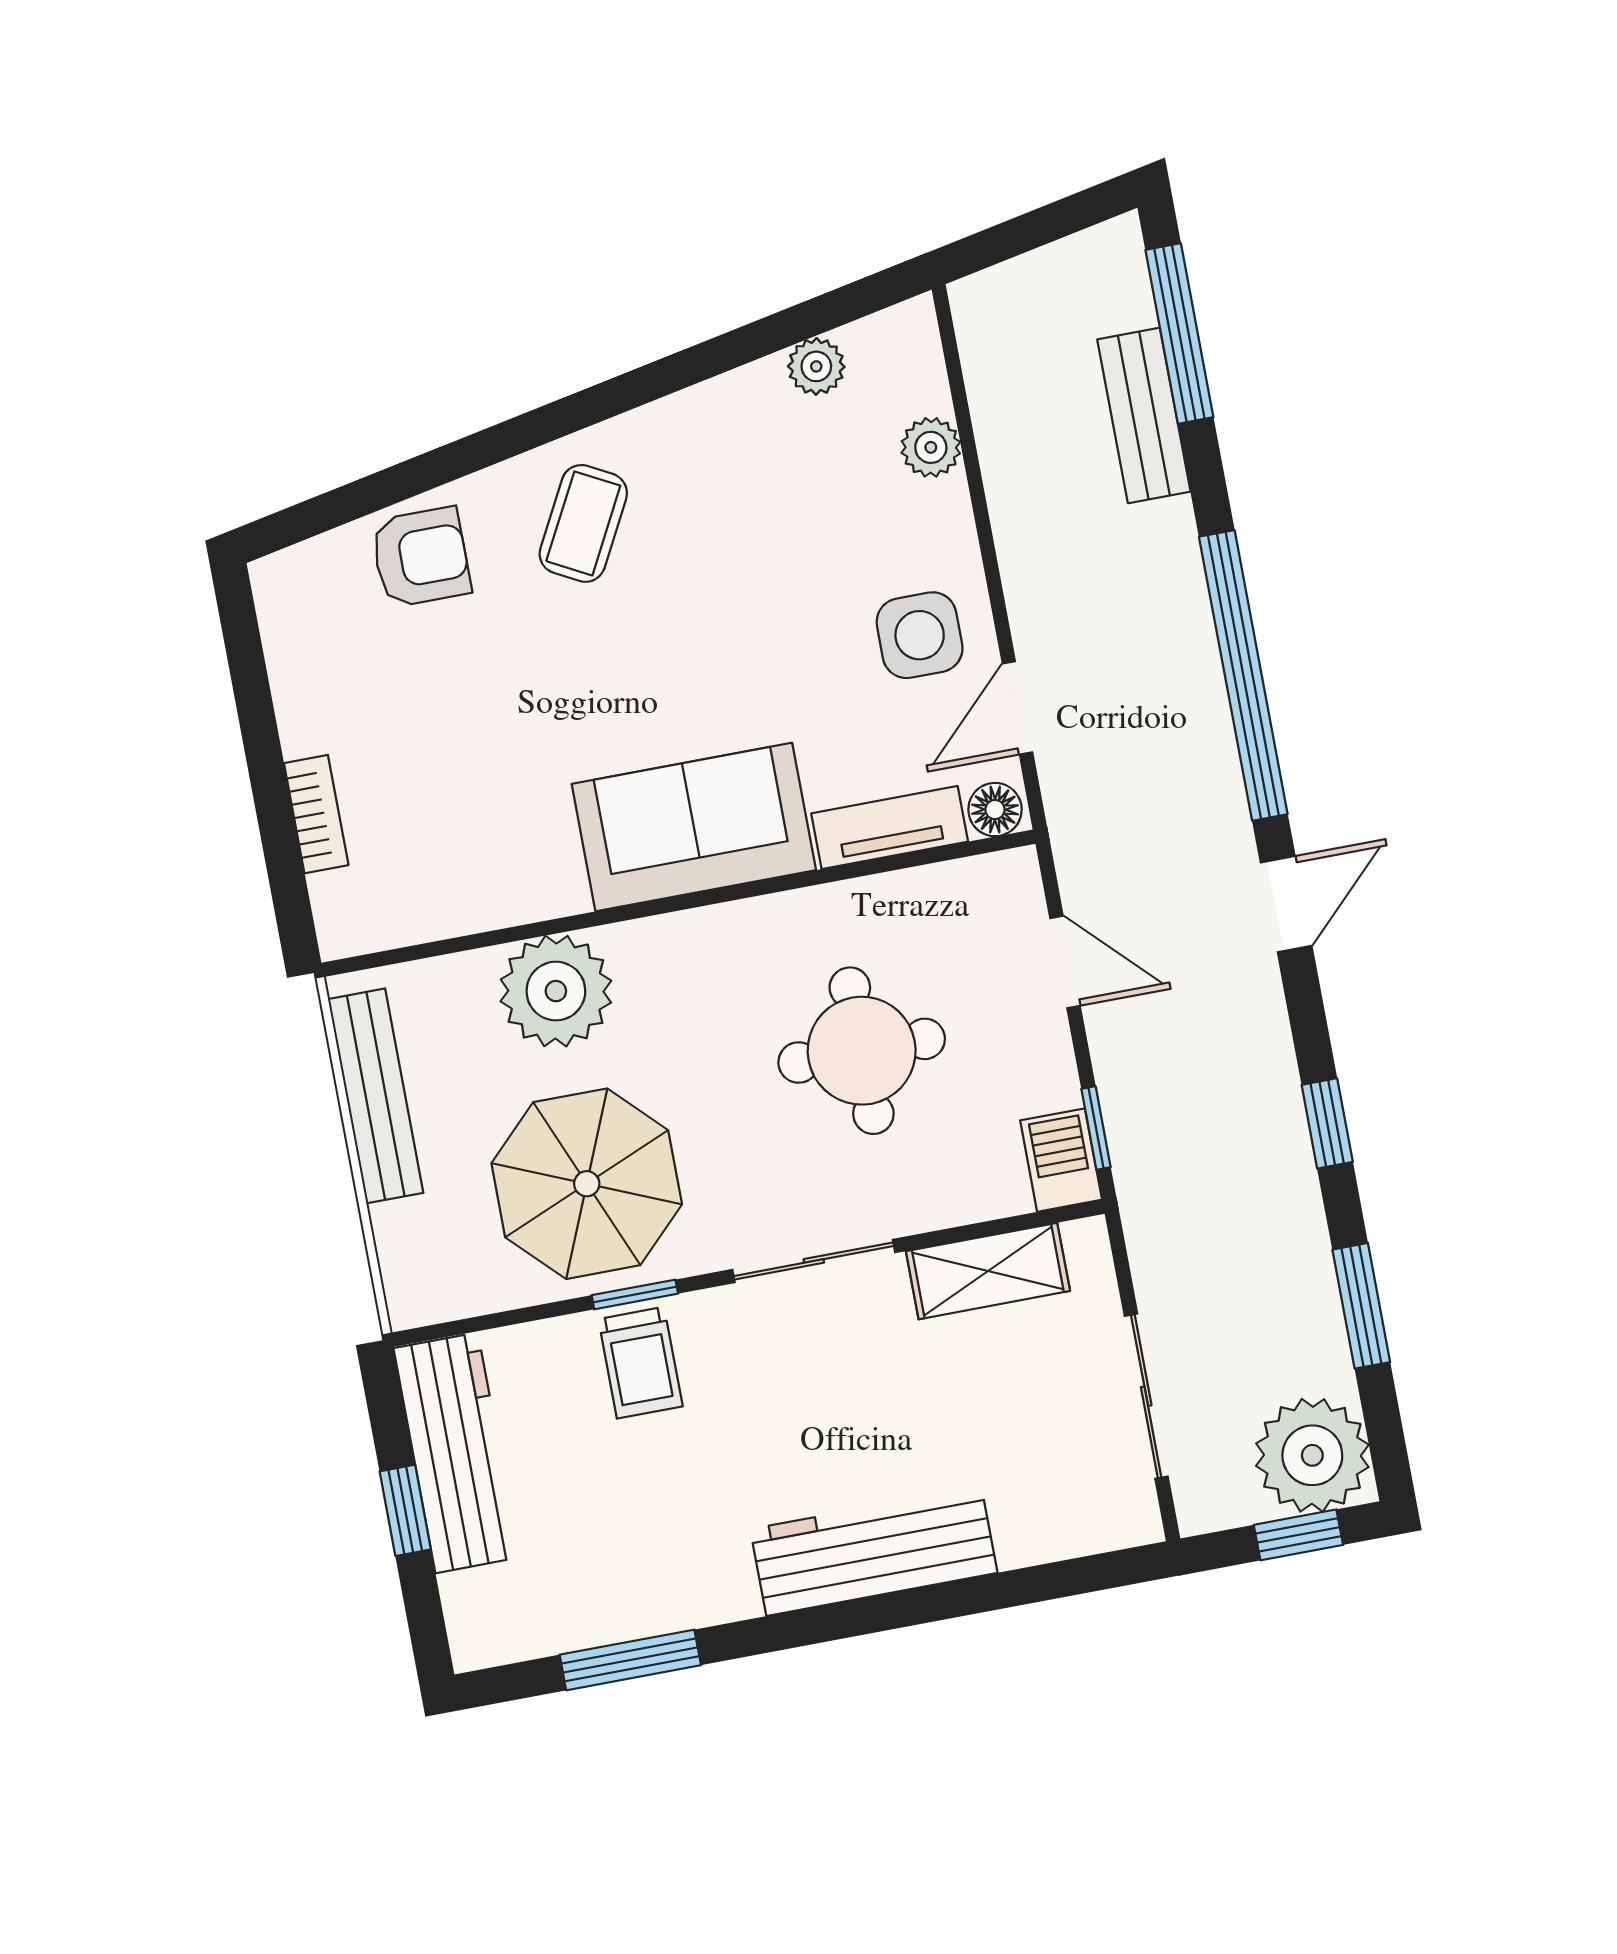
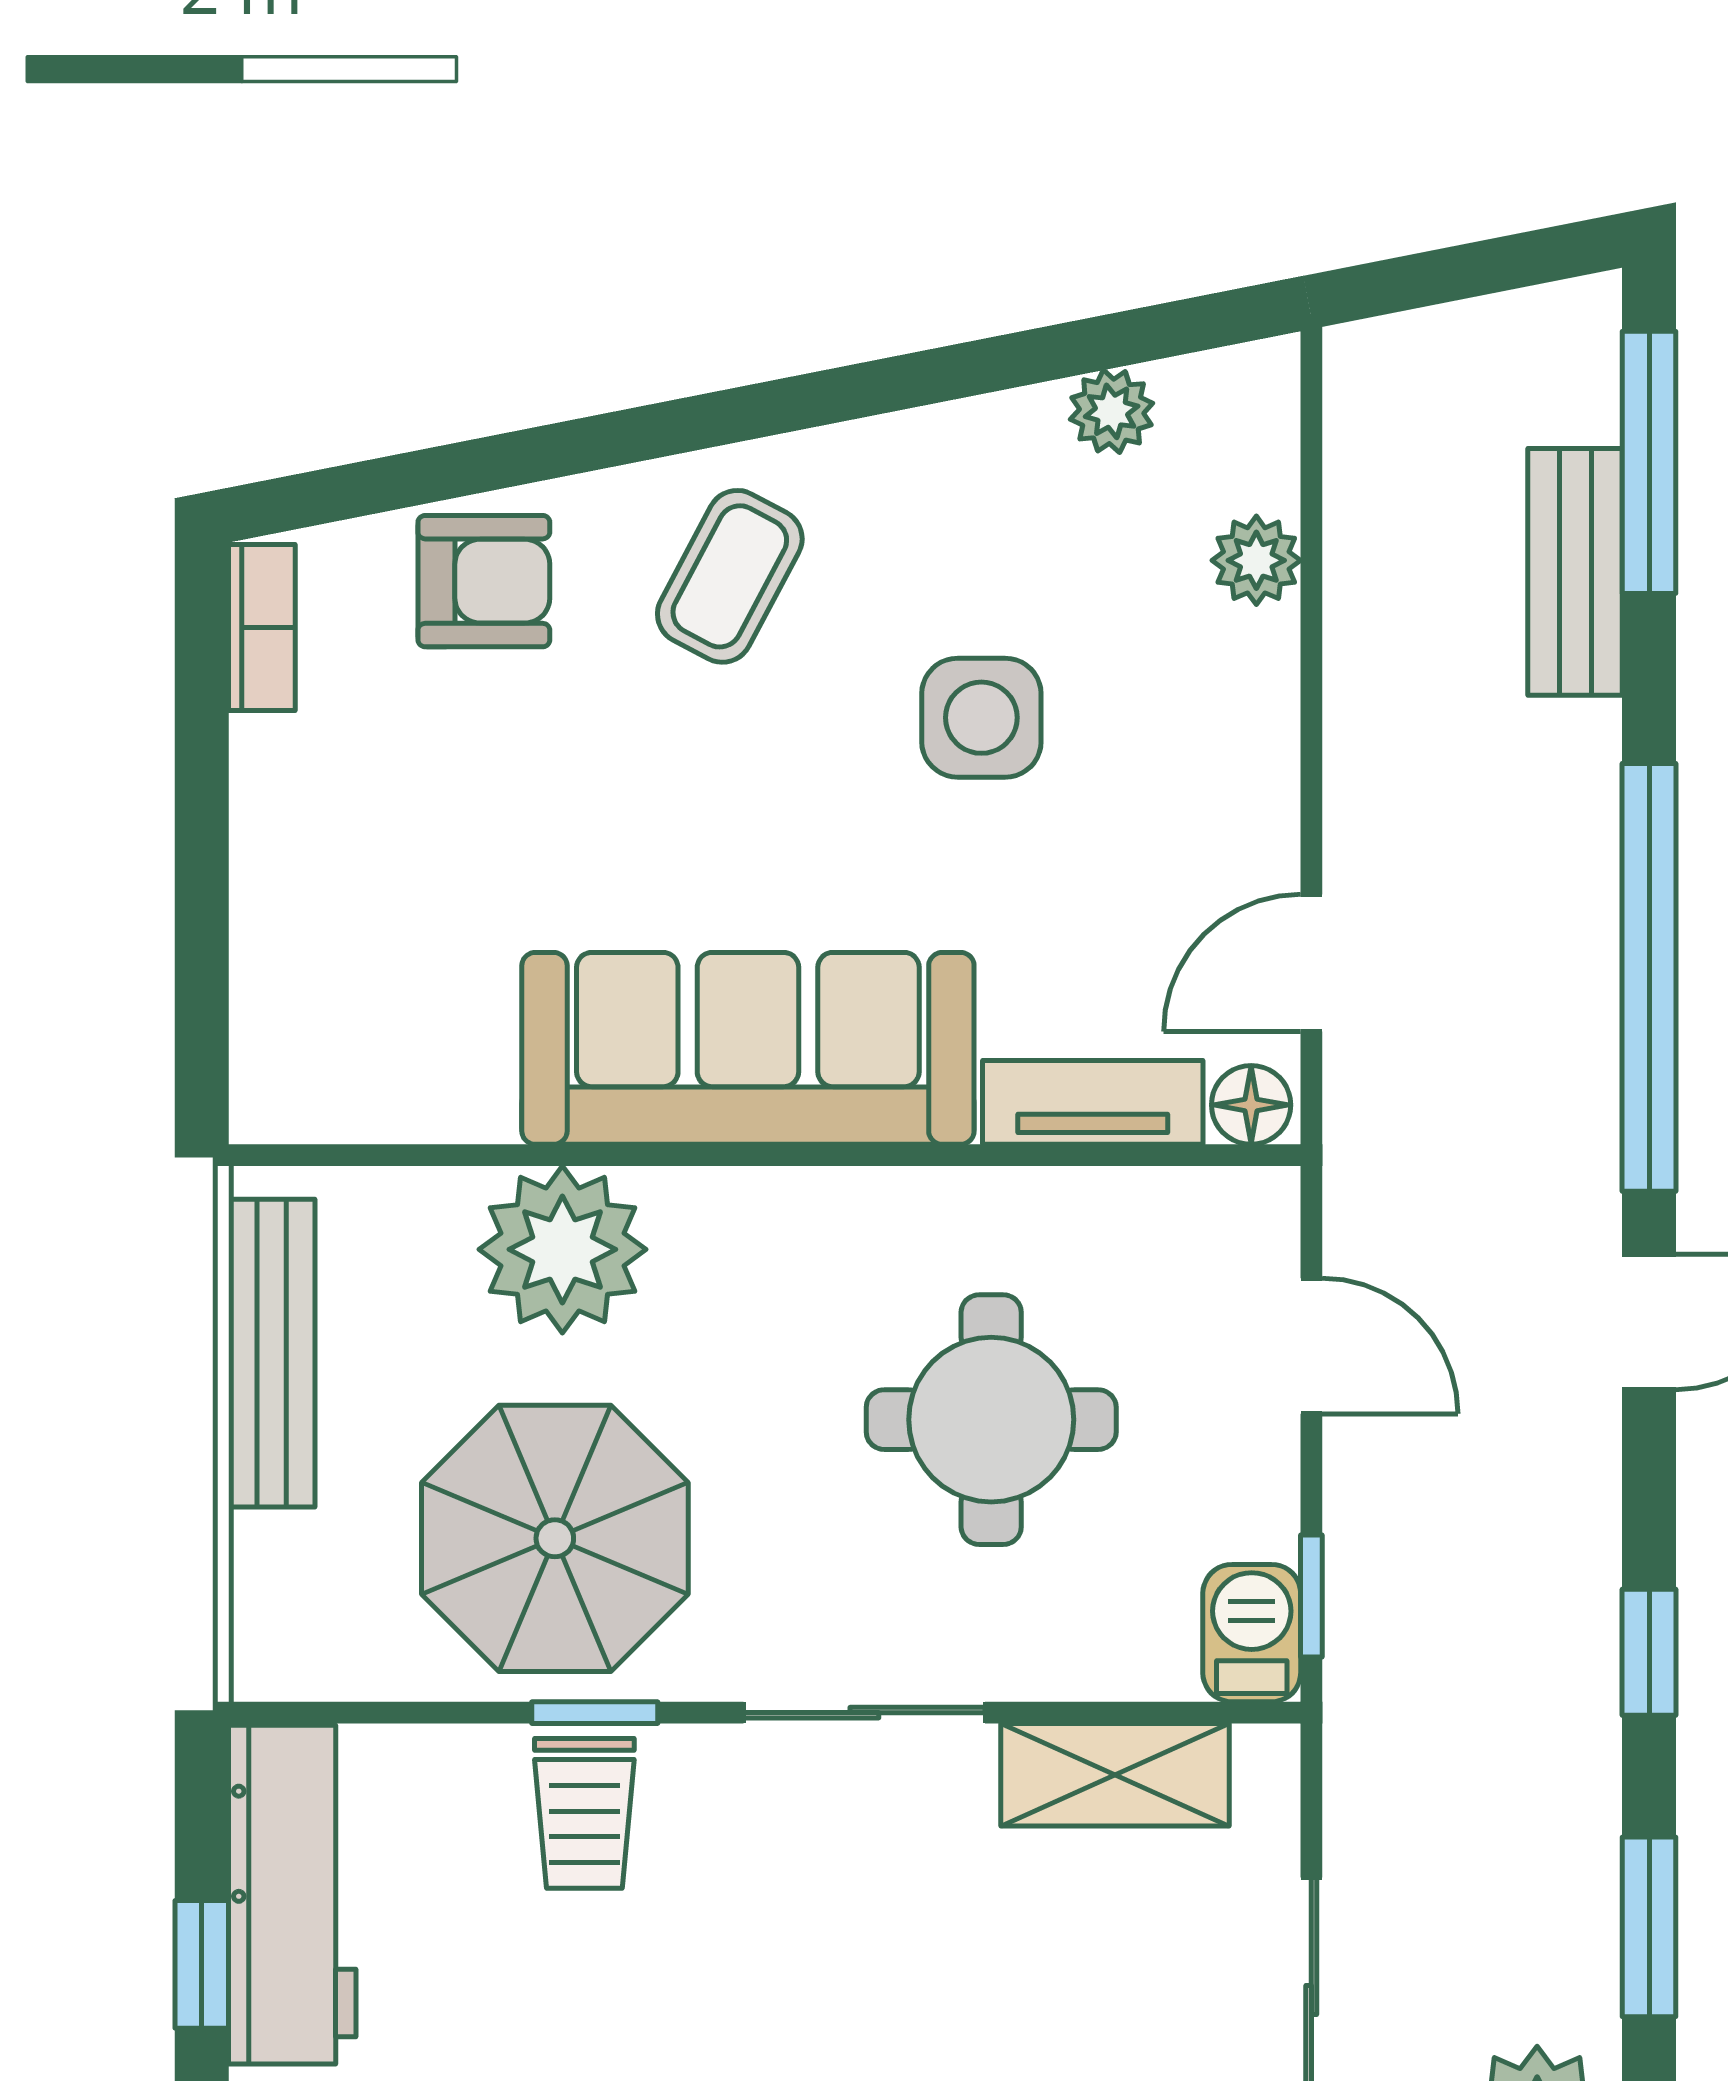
side table: (920, 635) -> (981, 718), moved
bookcase: (316, 814) -> (262, 627), moved
sofa: (694, 827) -> (748, 1048), width x1.36

